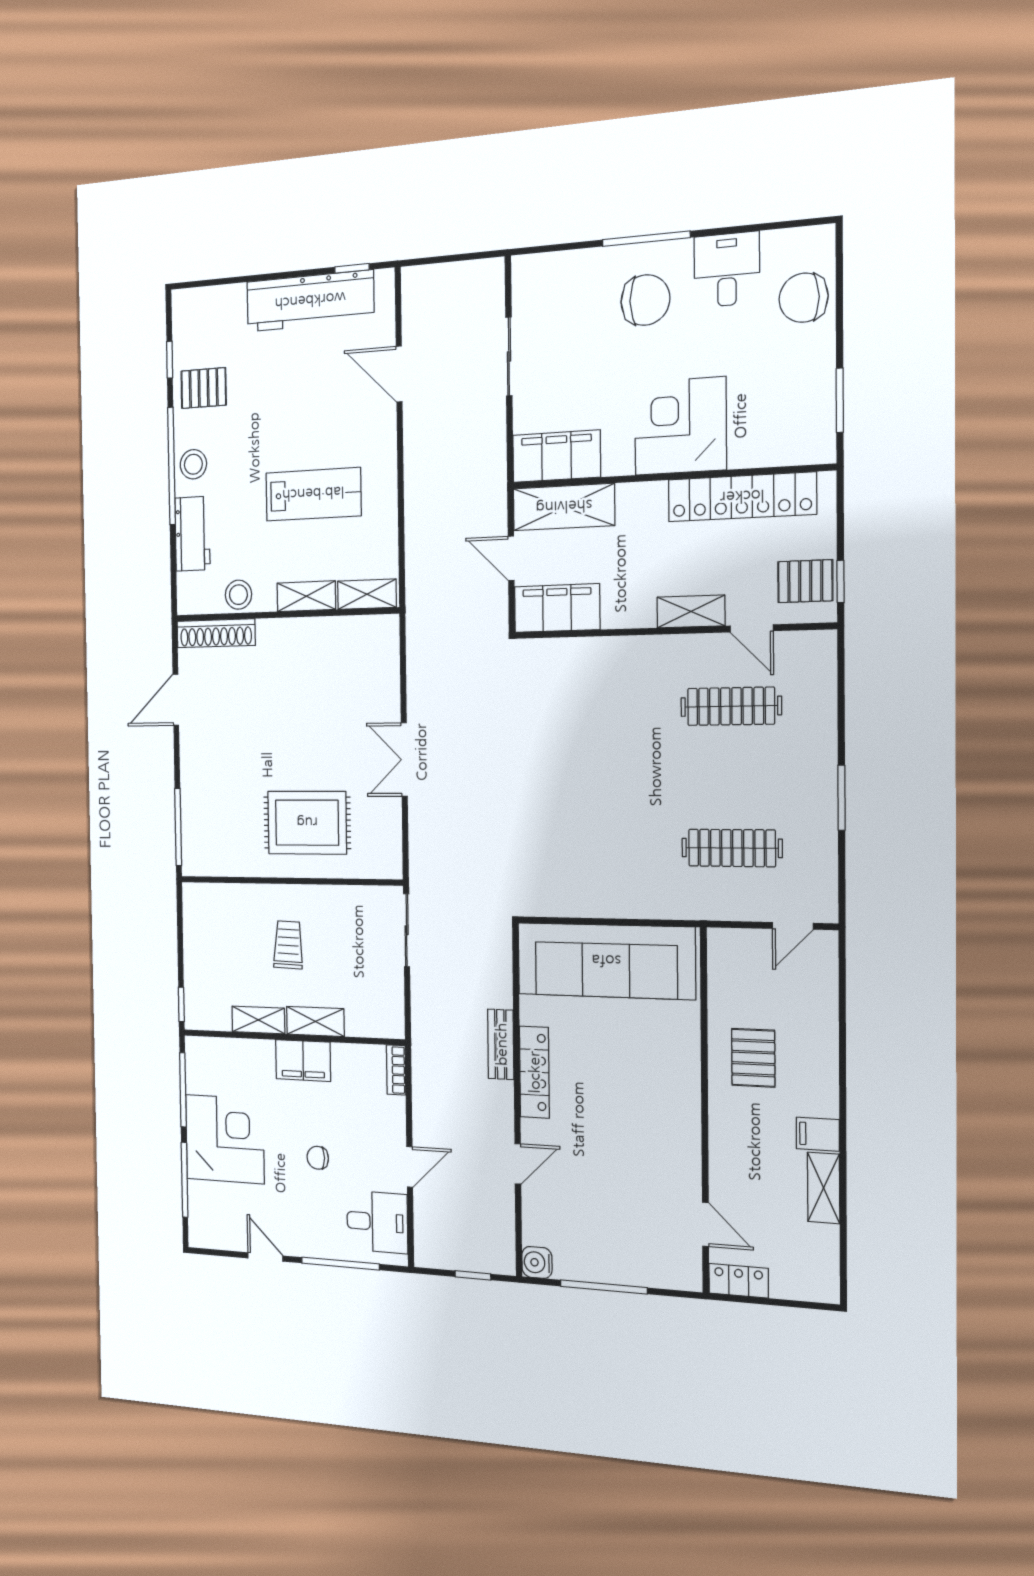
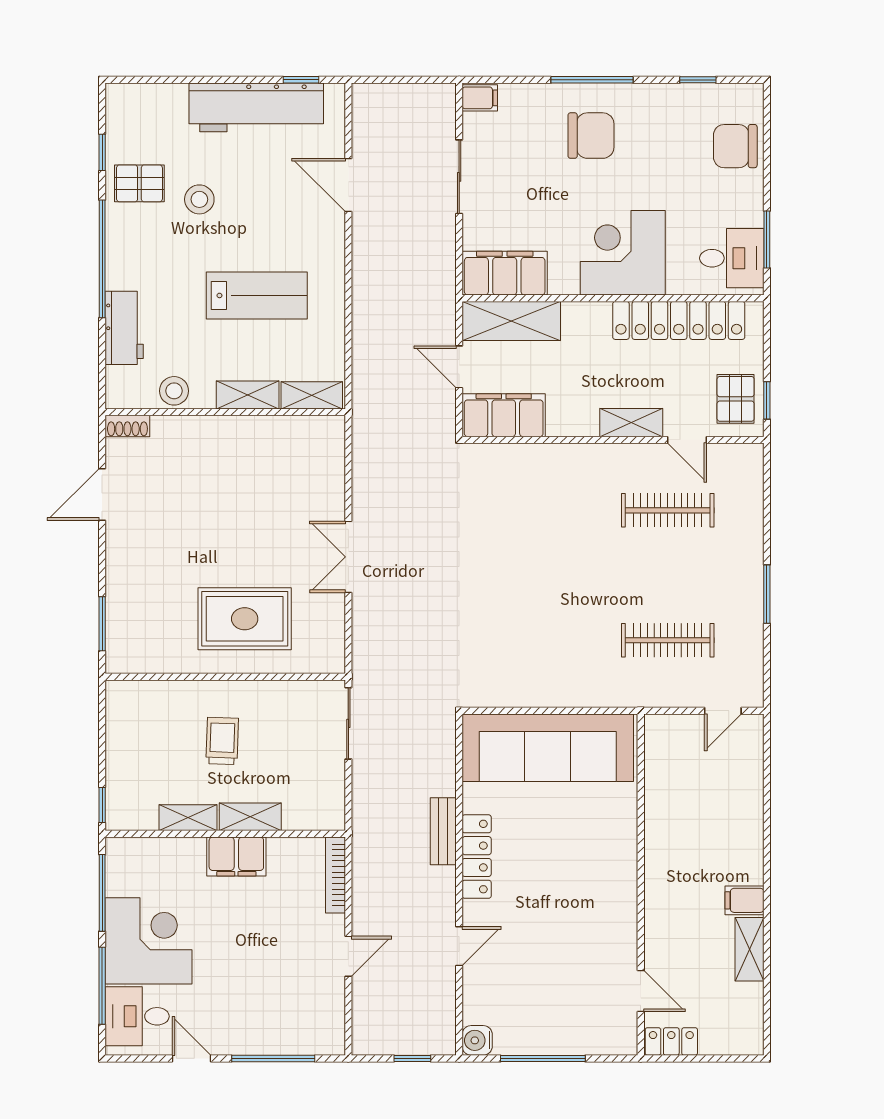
window: (761, 227) -> (698, 80), added
filing cabinet: (529, 270) -> (480, 98), added
desk: (727, 270) -> (732, 258), moved, turned 90
stool: (193, 464) -> (199, 199), moved
pallet: (805, 581) -> (736, 399), turned 90
shoe rack: (216, 633) -> (127, 426), width x0.51, depth x0.81
window: (178, 827) -> (102, 624), width x0.69
pallet: (753, 1058) -> (686, 833), removed
bookcase: (396, 1070) -> (336, 875), width x1.56
chair: (318, 1158) -> (251, 954), removed
desk: (377, 1222) -> (137, 1016), moved, turned 180

